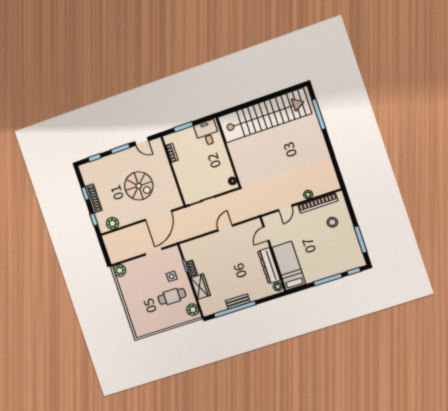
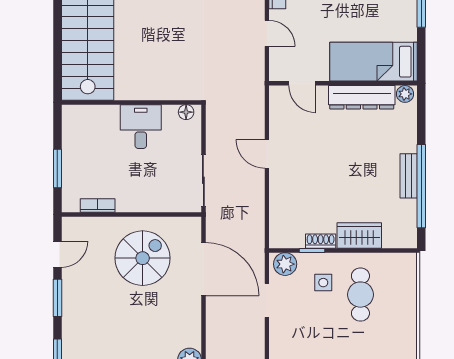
desk: (207, 133) -> (141, 127), moved, turned 90
spiral stairs: (139, 186) -> (143, 258), moved
plant: (193, 310) -> (285, 264), moved

